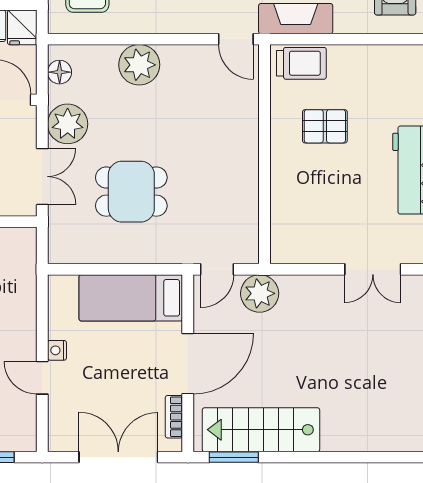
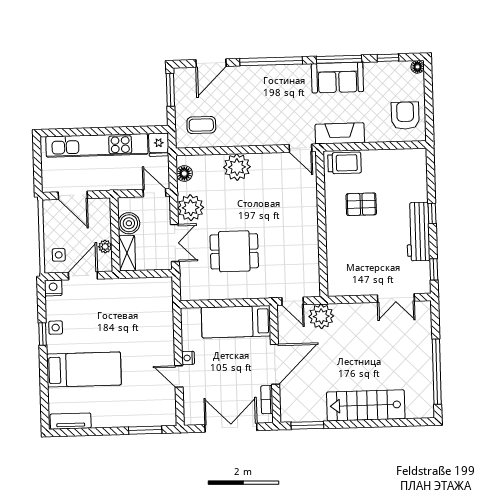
door: (217, 269) -> (293, 301), hinge flipped
stairs: (261, 430) -> (366, 405), moved

